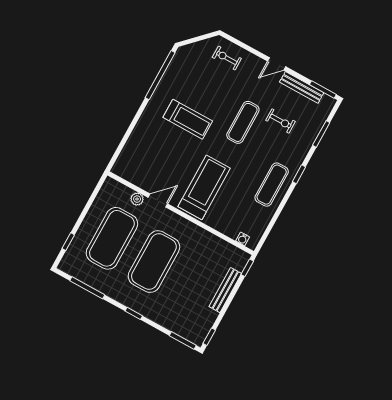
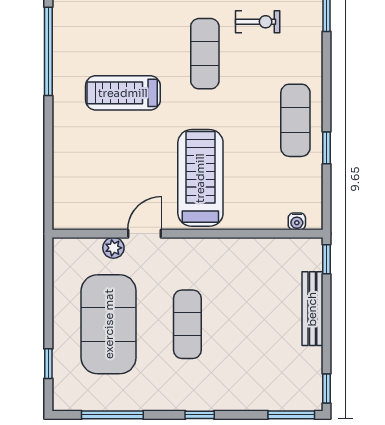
treadmill: (188, 119) -> (123, 93), turned 180
window: (299, 174) -> (326, 148), moved
exercise mat: (154, 262) -> (187, 324), width x0.50, depth x0.69

